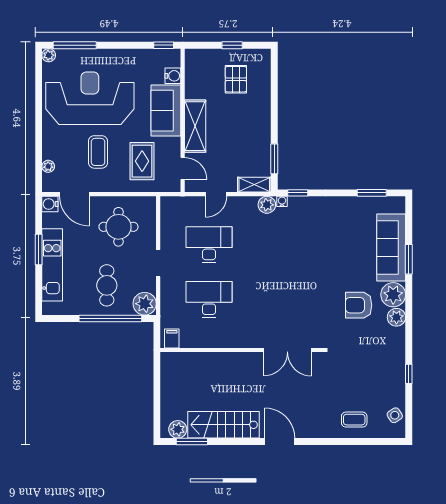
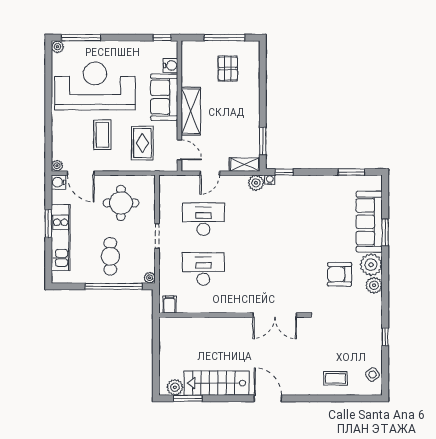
window: (232, 45) -> (224, 38), width x2.17
plant: (48, 166) -> (57, 166), moved
plant: (145, 304) -> (150, 278), width x0.53, depth x0.53

